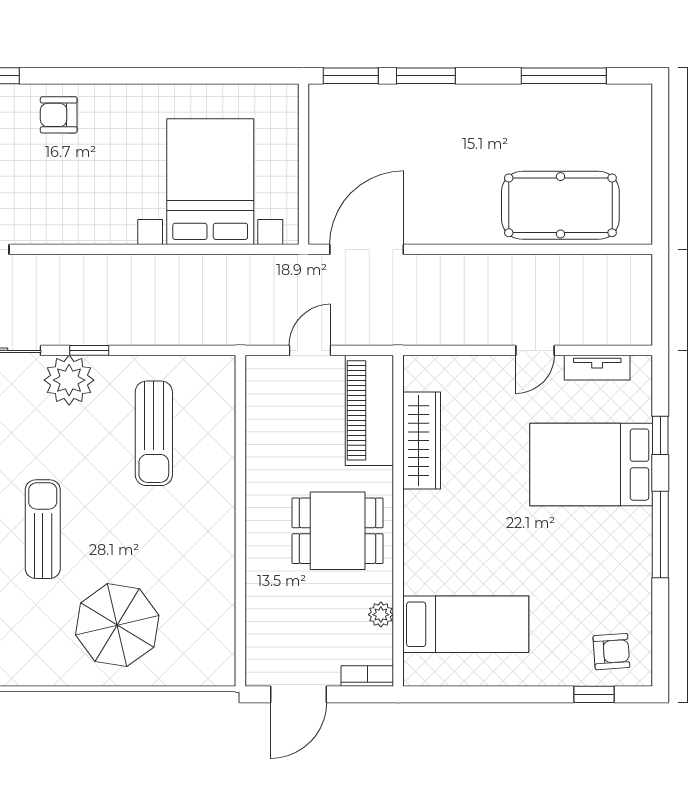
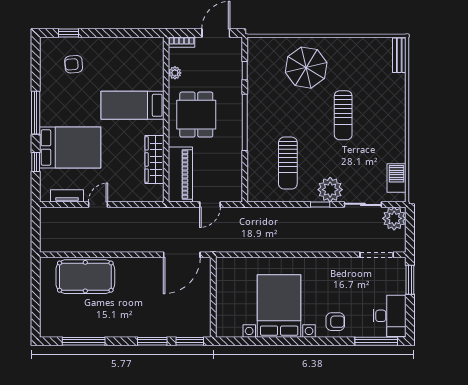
bed with nightstands: (210, 182) -> (279, 306), moved, turned 180
sun lounger: (154, 433) -> (288, 163), turned 180
window: (240, 515) -> (245, 122), added
dining table: (338, 531) -> (196, 115), turned 90
window: (240, 619) -> (245, 71), added
bed: (466, 624) -> (132, 105), moved
armchair: (611, 652) -> (74, 64), moved

